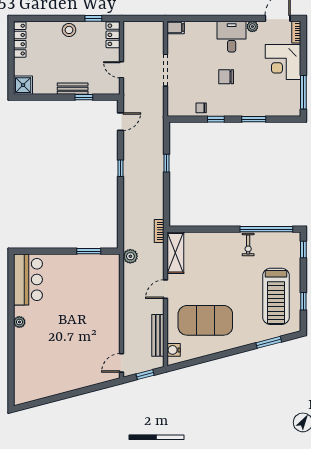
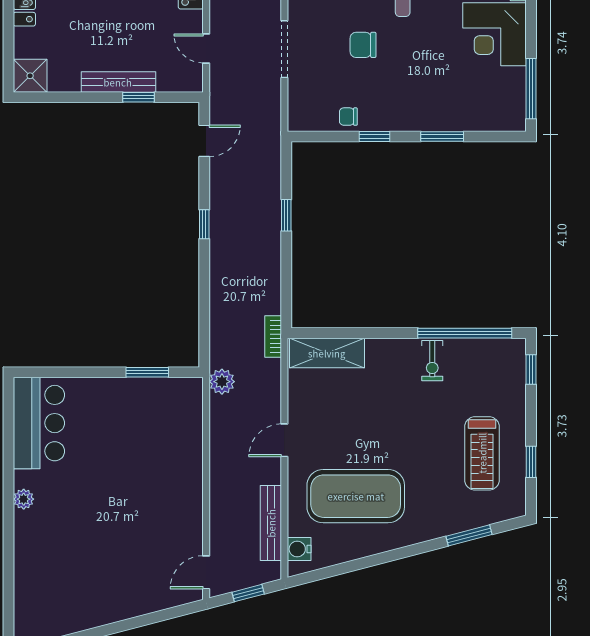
chair: (226, 77) -> (363, 45), moved
bench: (73, 89) -> (118, 82), width x1.36
shelving: (175, 253) -> (327, 353), moved, turned 90
treadmill: (276, 296) -> (482, 453), width x0.73, depth x0.73

